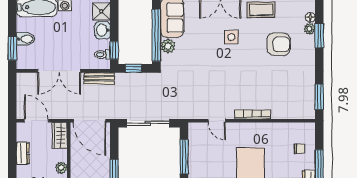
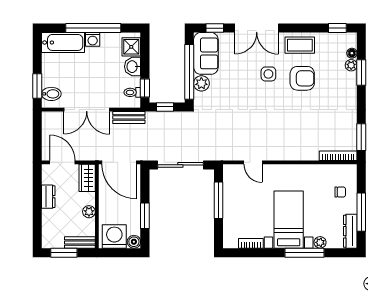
bidet: (26, 39) -> (51, 94), moved
armchair: (279, 44) -> (302, 78), moved
bookcase: (253, 114) -> (338, 156), moved

